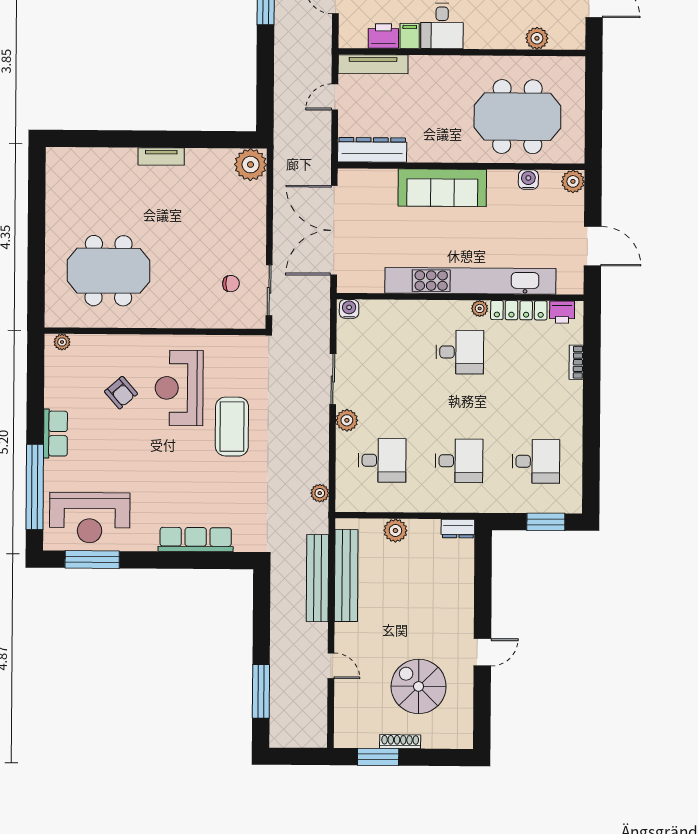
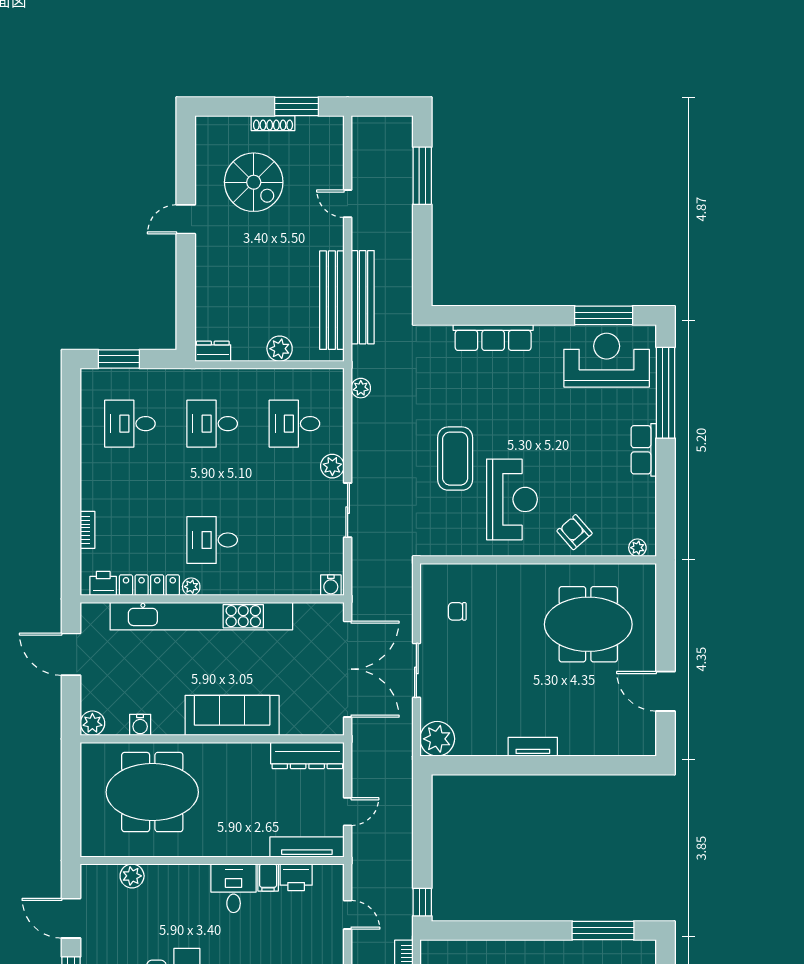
door: (37, 208) -> (665, 691), added
sliding door: (269, 290) -> (416, 670), moved
armchair: (121, 393) -> (575, 532), moved

